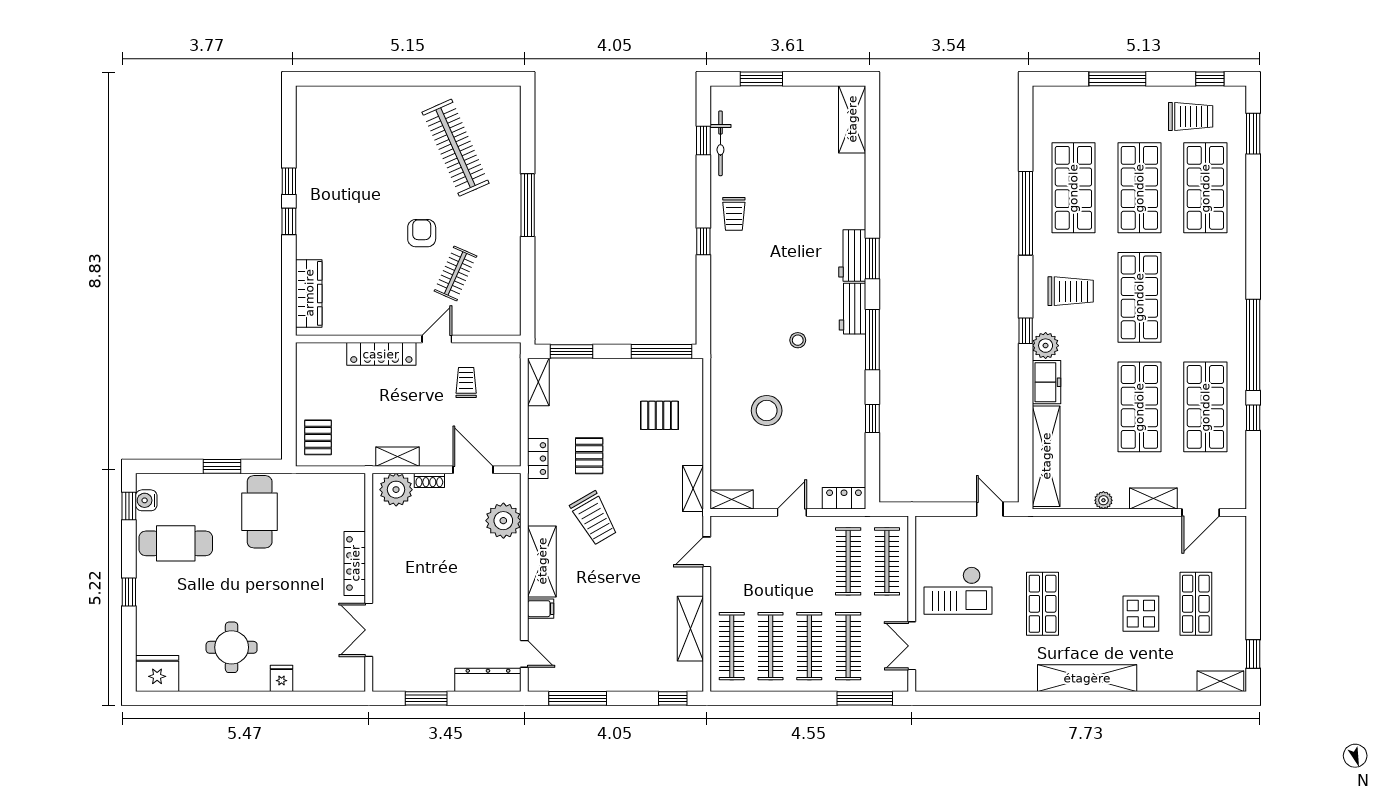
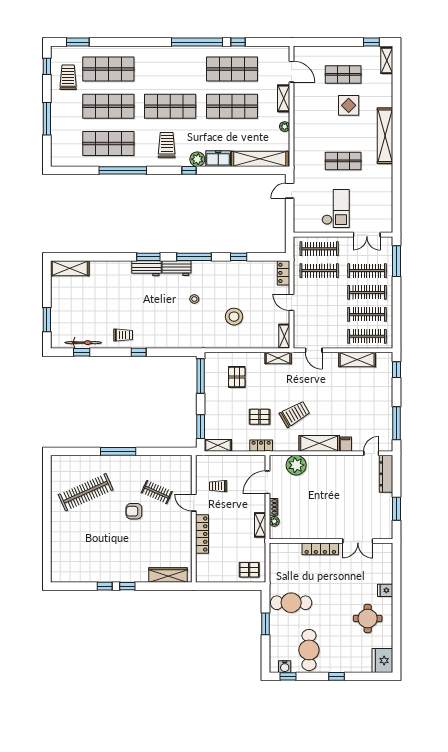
plant: (396, 490) -> (274, 521), width x0.53, depth x0.53

